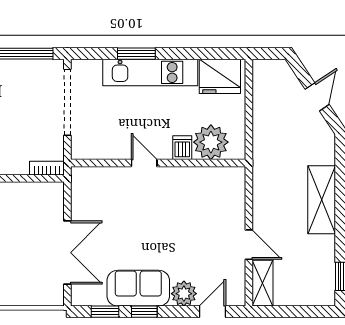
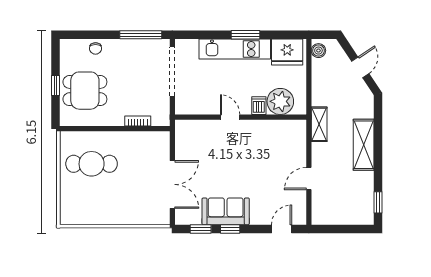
window: (136, 54) -> (246, 35), moved
boiler: (262, 74) -> (318, 51), added
bookcase: (47, 168) -> (138, 121), moved
door: (249, 245) -> (309, 179), swing flipped
shelving: (263, 283) -> (319, 124), moved
plant: (184, 294) -> (260, 215), removed

